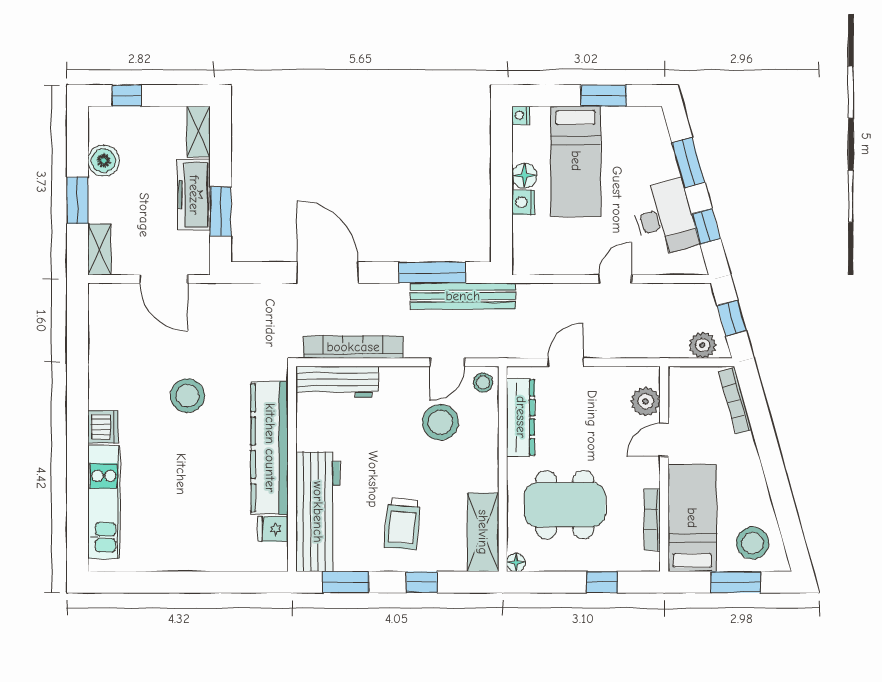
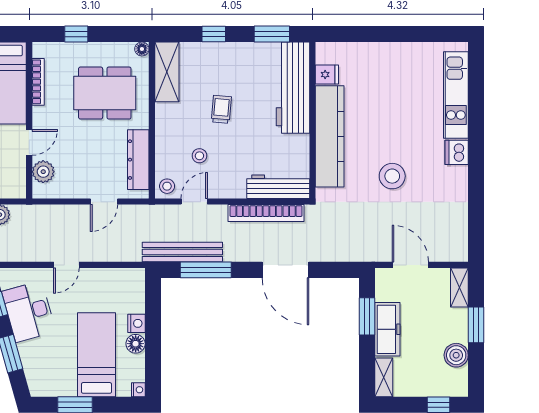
stool: (440, 422) -> (199, 156), width x0.53, depth x0.53
trolley: (402, 524) -> (221, 109), moved, width x0.73, depth x0.72

